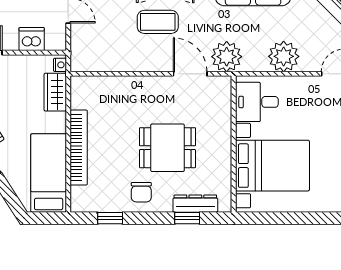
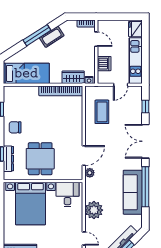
coffee table: (158, 22) -> (102, 112), moved
plant: (227, 57) -> (90, 173), width x0.53, depth x0.53
bookcase: (79, 148) -> (61, 91), moved
dining table: (167, 148) -> (40, 159), moved

